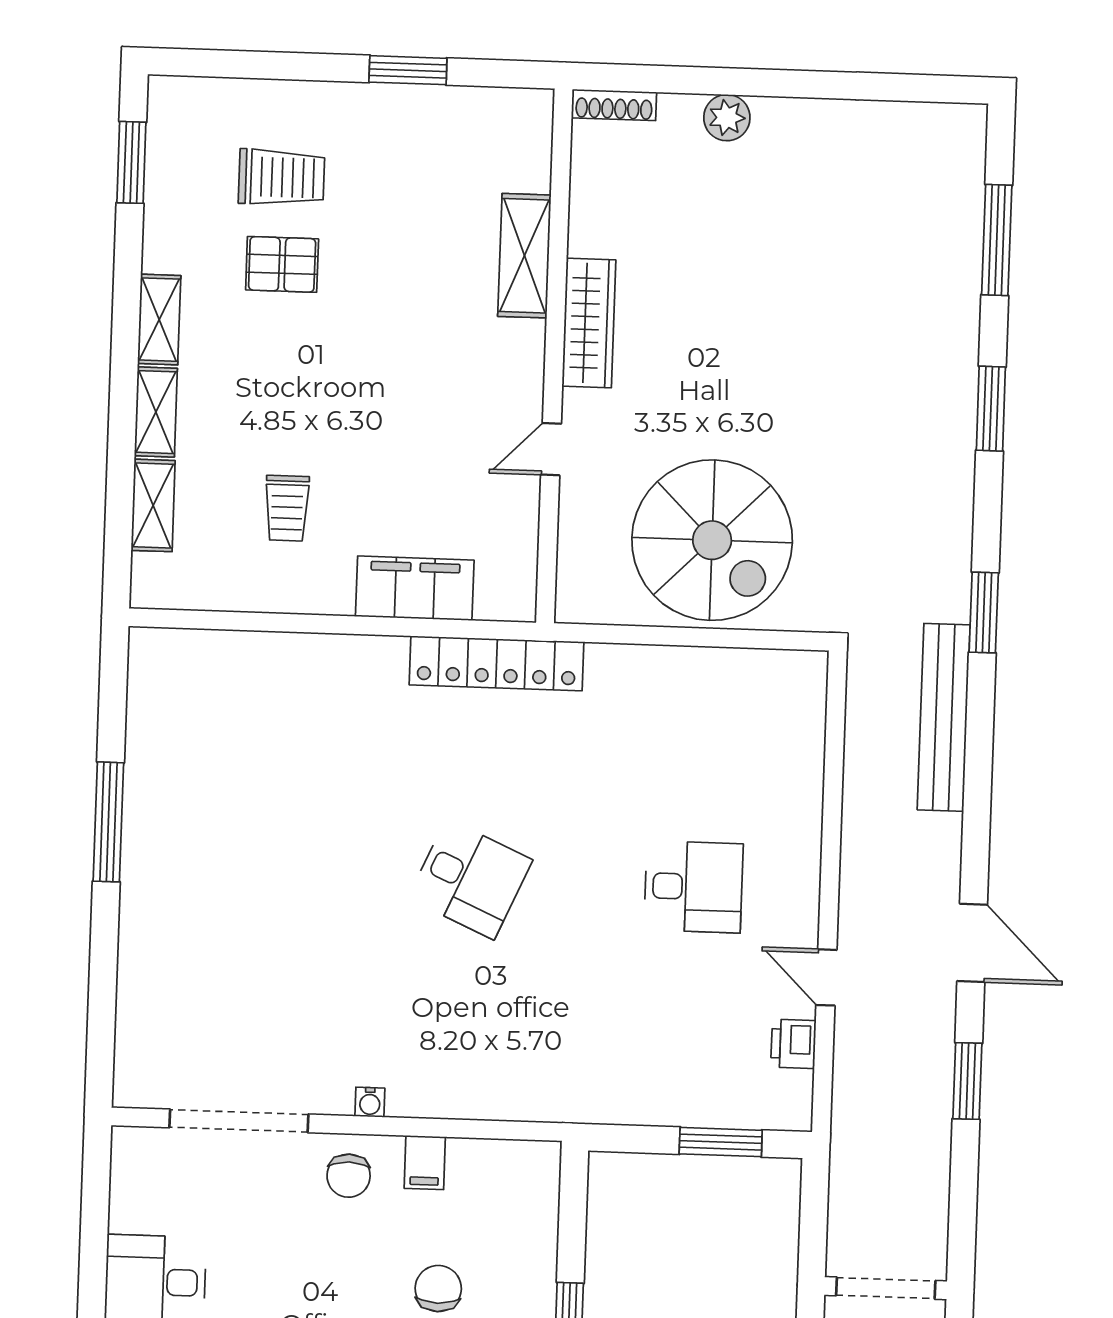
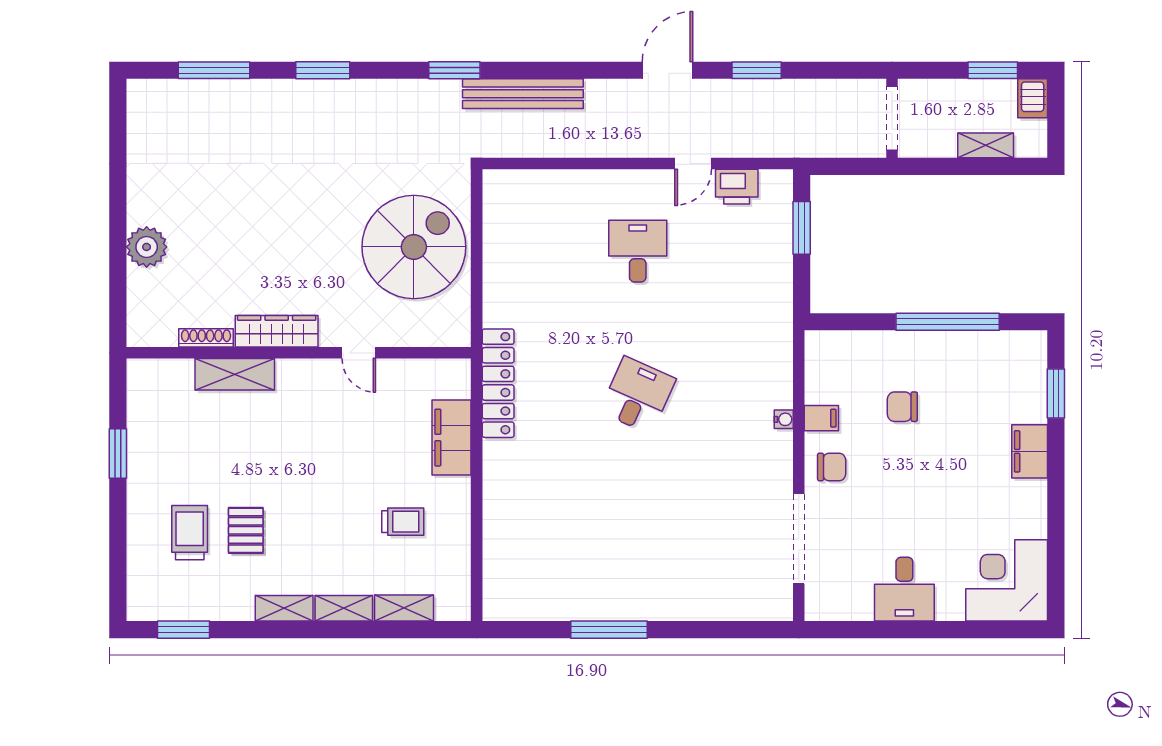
shoe rack: (614, 105) -> (206, 338), moved, turned -90
plant: (727, 118) -> (147, 247), width x1.36, depth x1.36
printer: (793, 1044) -> (737, 187), width x1.36, depth x1.24
water cooler: (370, 1102) -> (784, 419), moved

